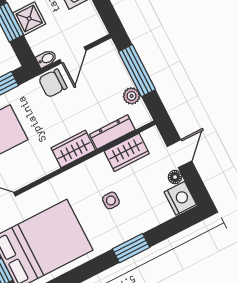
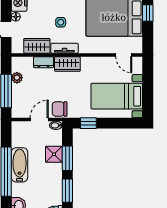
chair: (53, 83) -> (60, 109), turned 180
dresser: (112, 132) -> (44, 62), width x0.70
tv unit: (88, 168) -> (64, 48), added

